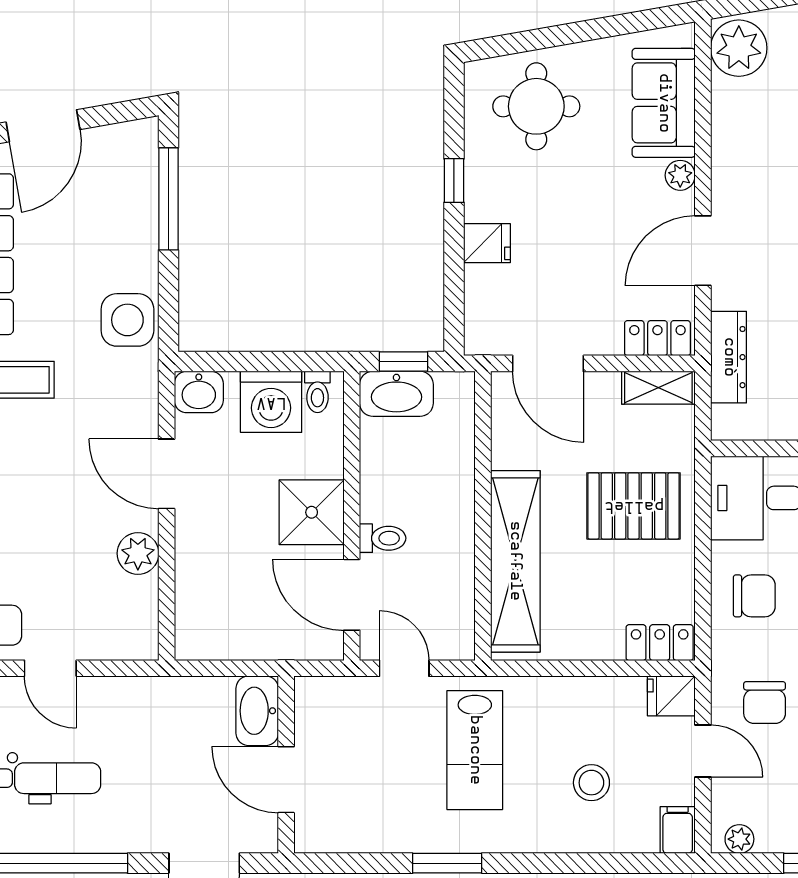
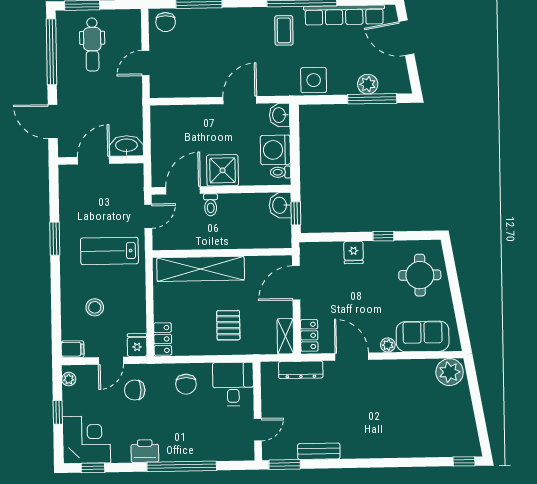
washbasin: (396, 394) -> (280, 205), width x0.72
pallet: (634, 506) -> (228, 325), width x0.67, depth x0.71
plant: (138, 553) -> (368, 84), moved
door: (50, 668) -> (146, 63), moved

